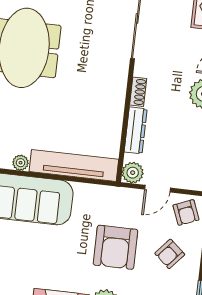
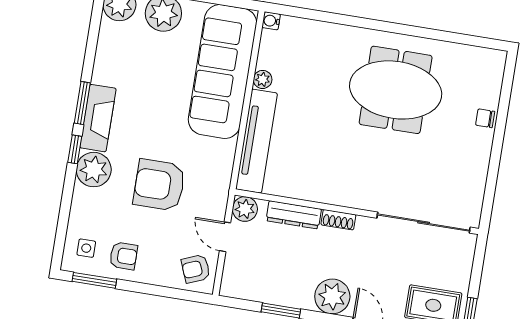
armchair: (170, 254) -> (124, 256), moved, turned 139

